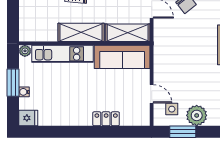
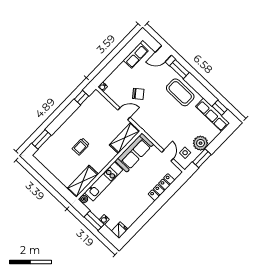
shelving: (81, 32) -> (83, 181), moved
door: (152, 94) -> (167, 156), hinge flipped
locker: (106, 119) -> (162, 187), width x1.53

